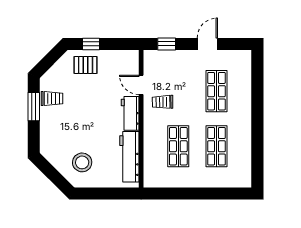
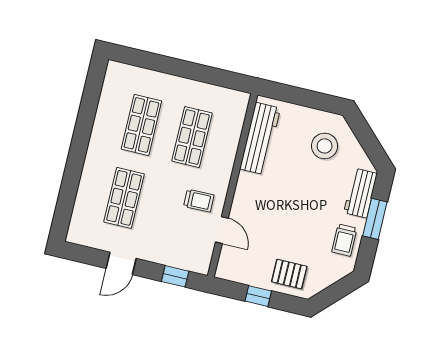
window: (91, 44) -> (258, 296), moved
trolley: (52, 99) -> (344, 240), turned -90
window: (34, 107) -> (375, 219), moved
workbench: (130, 113) -> (360, 193), moved, turned 180

